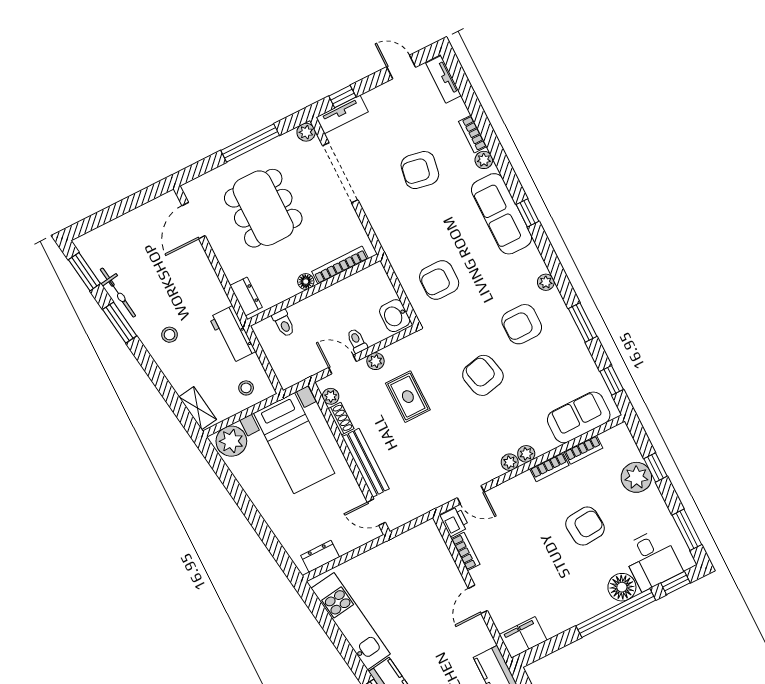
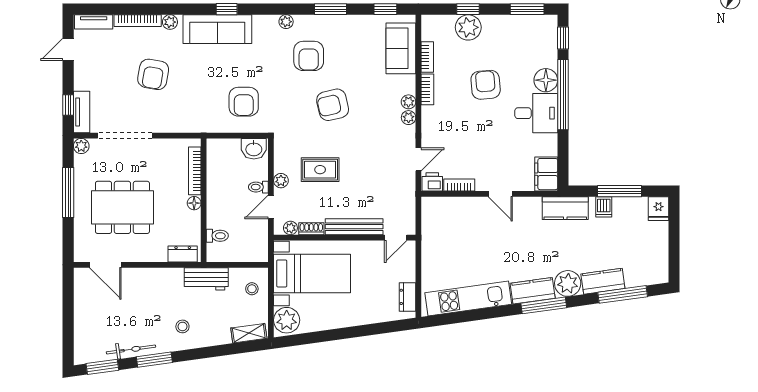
bookcase: (473, 134) -> (138, 21), width x1.56
desk: (652, 560) -> (536, 113), moved

